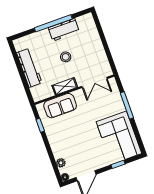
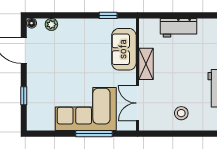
stool: (66, 57) -> (181, 113), moved
workbench: (29, 68) -> (179, 28), width x0.73
corner sofa: (119, 138) -> (86, 109), moved

